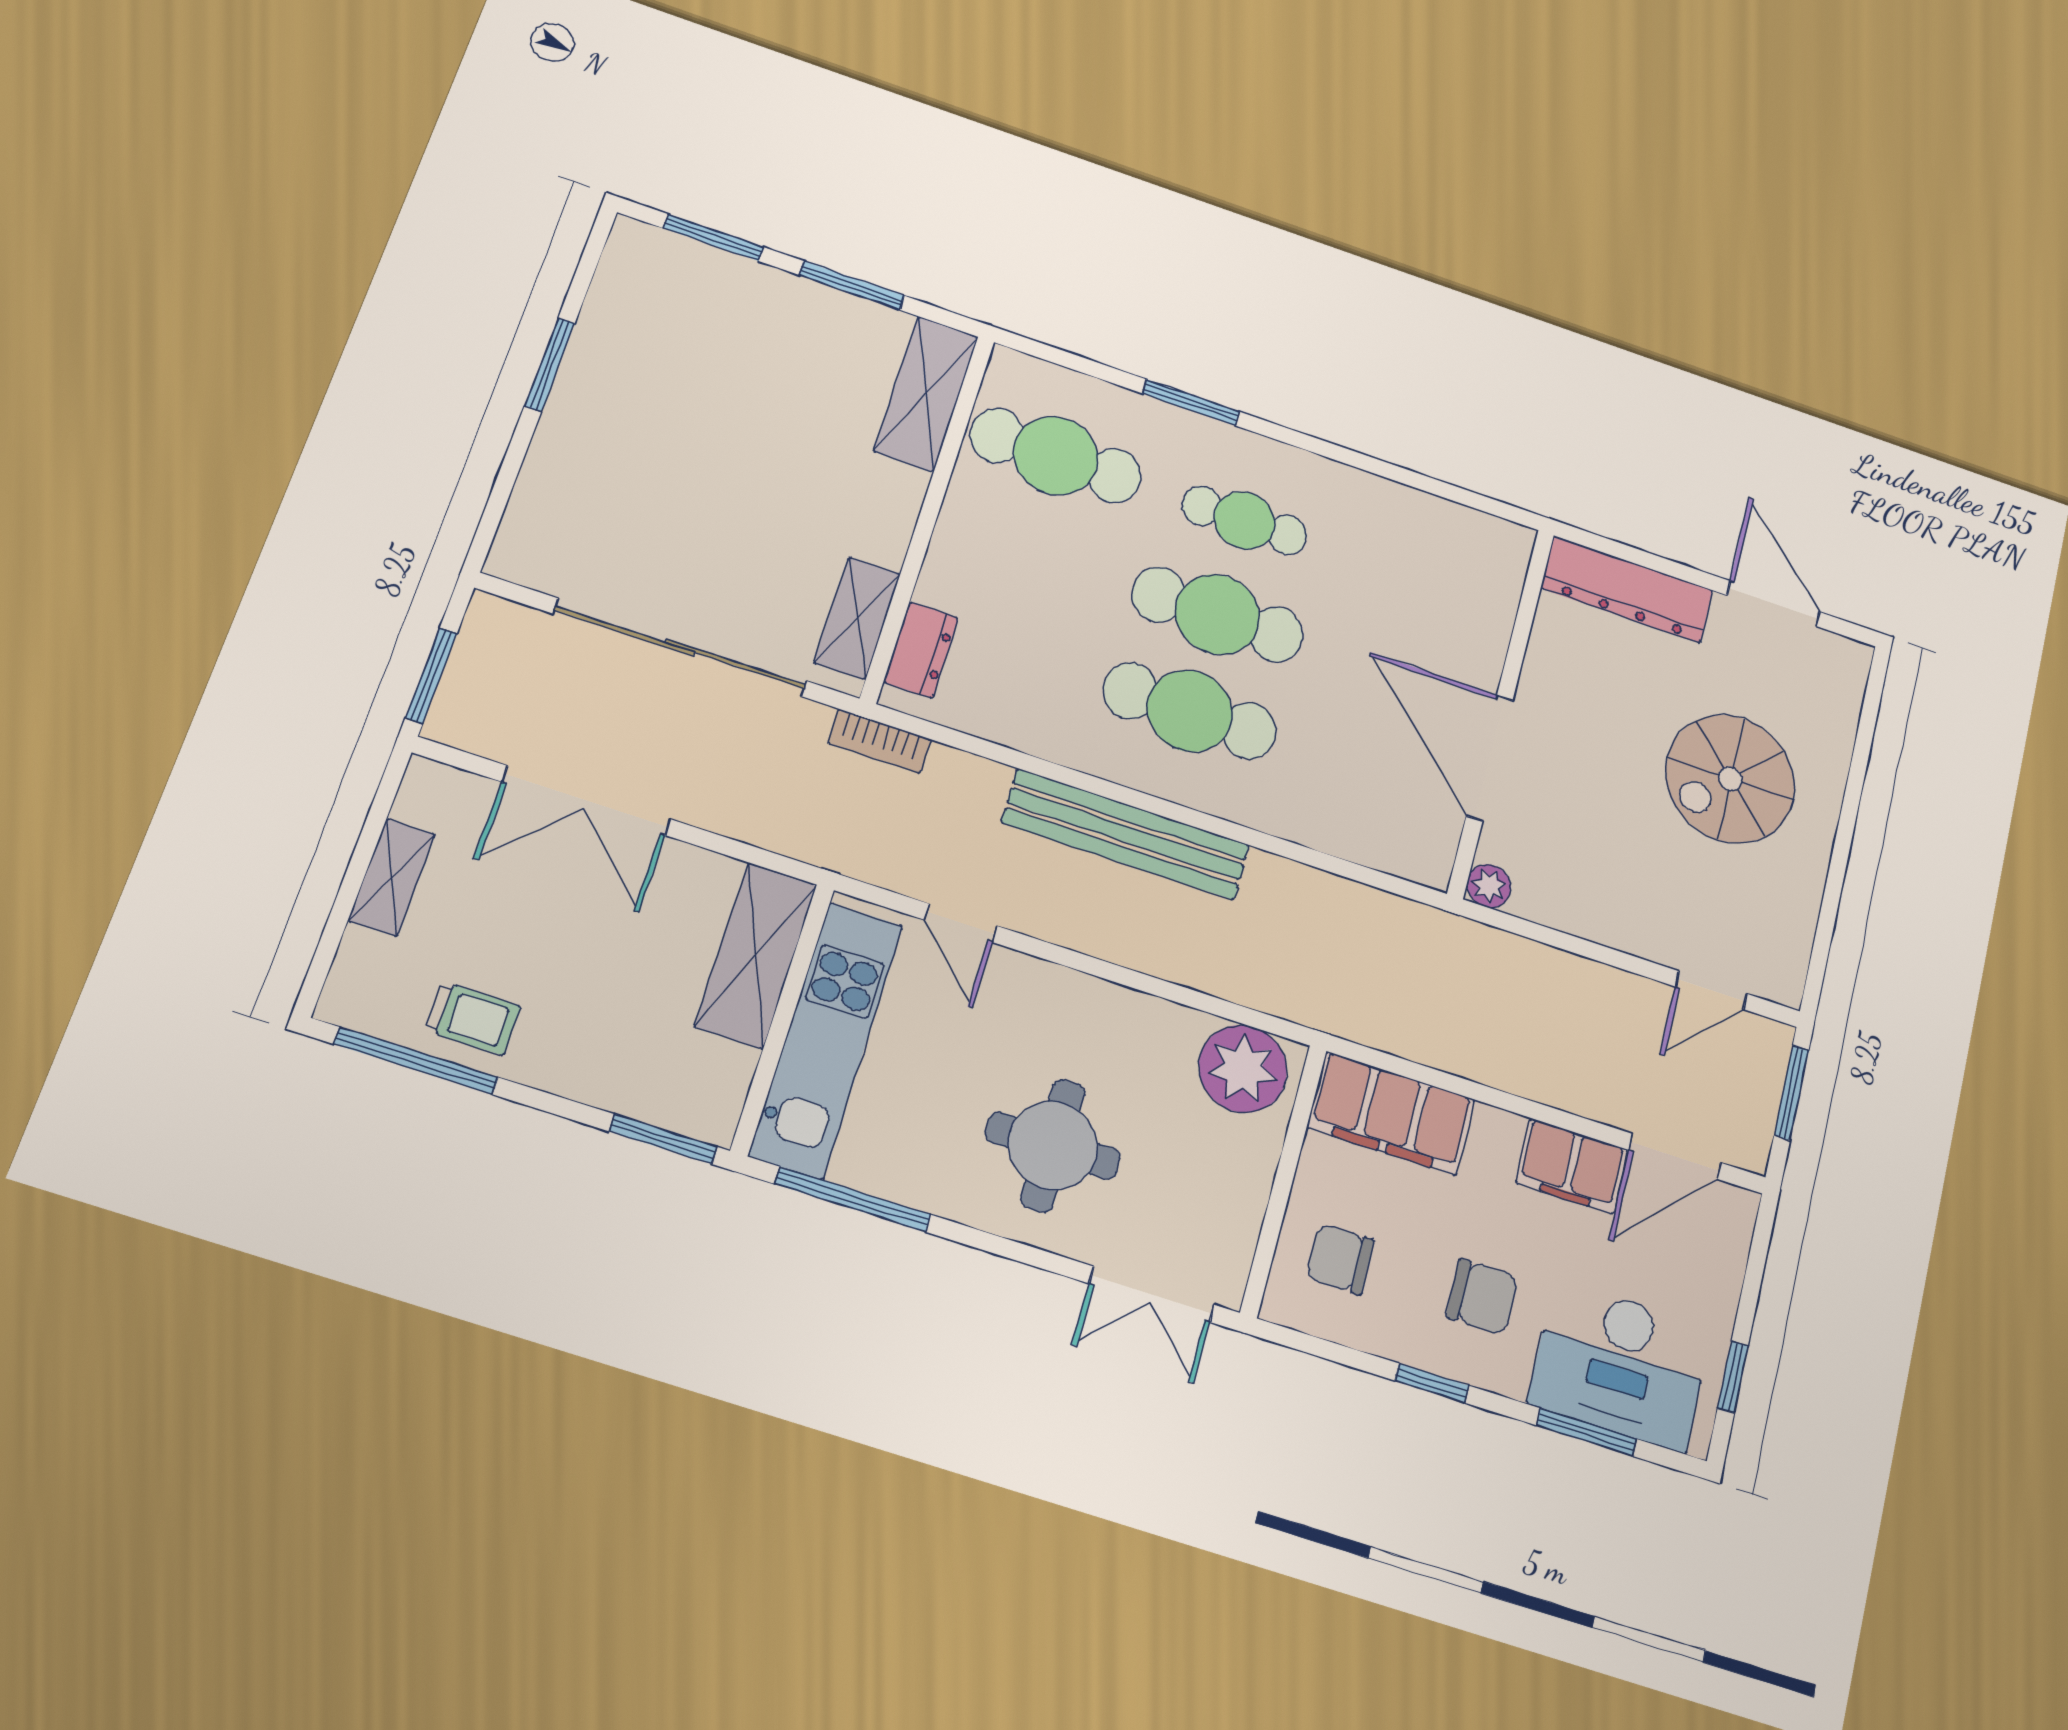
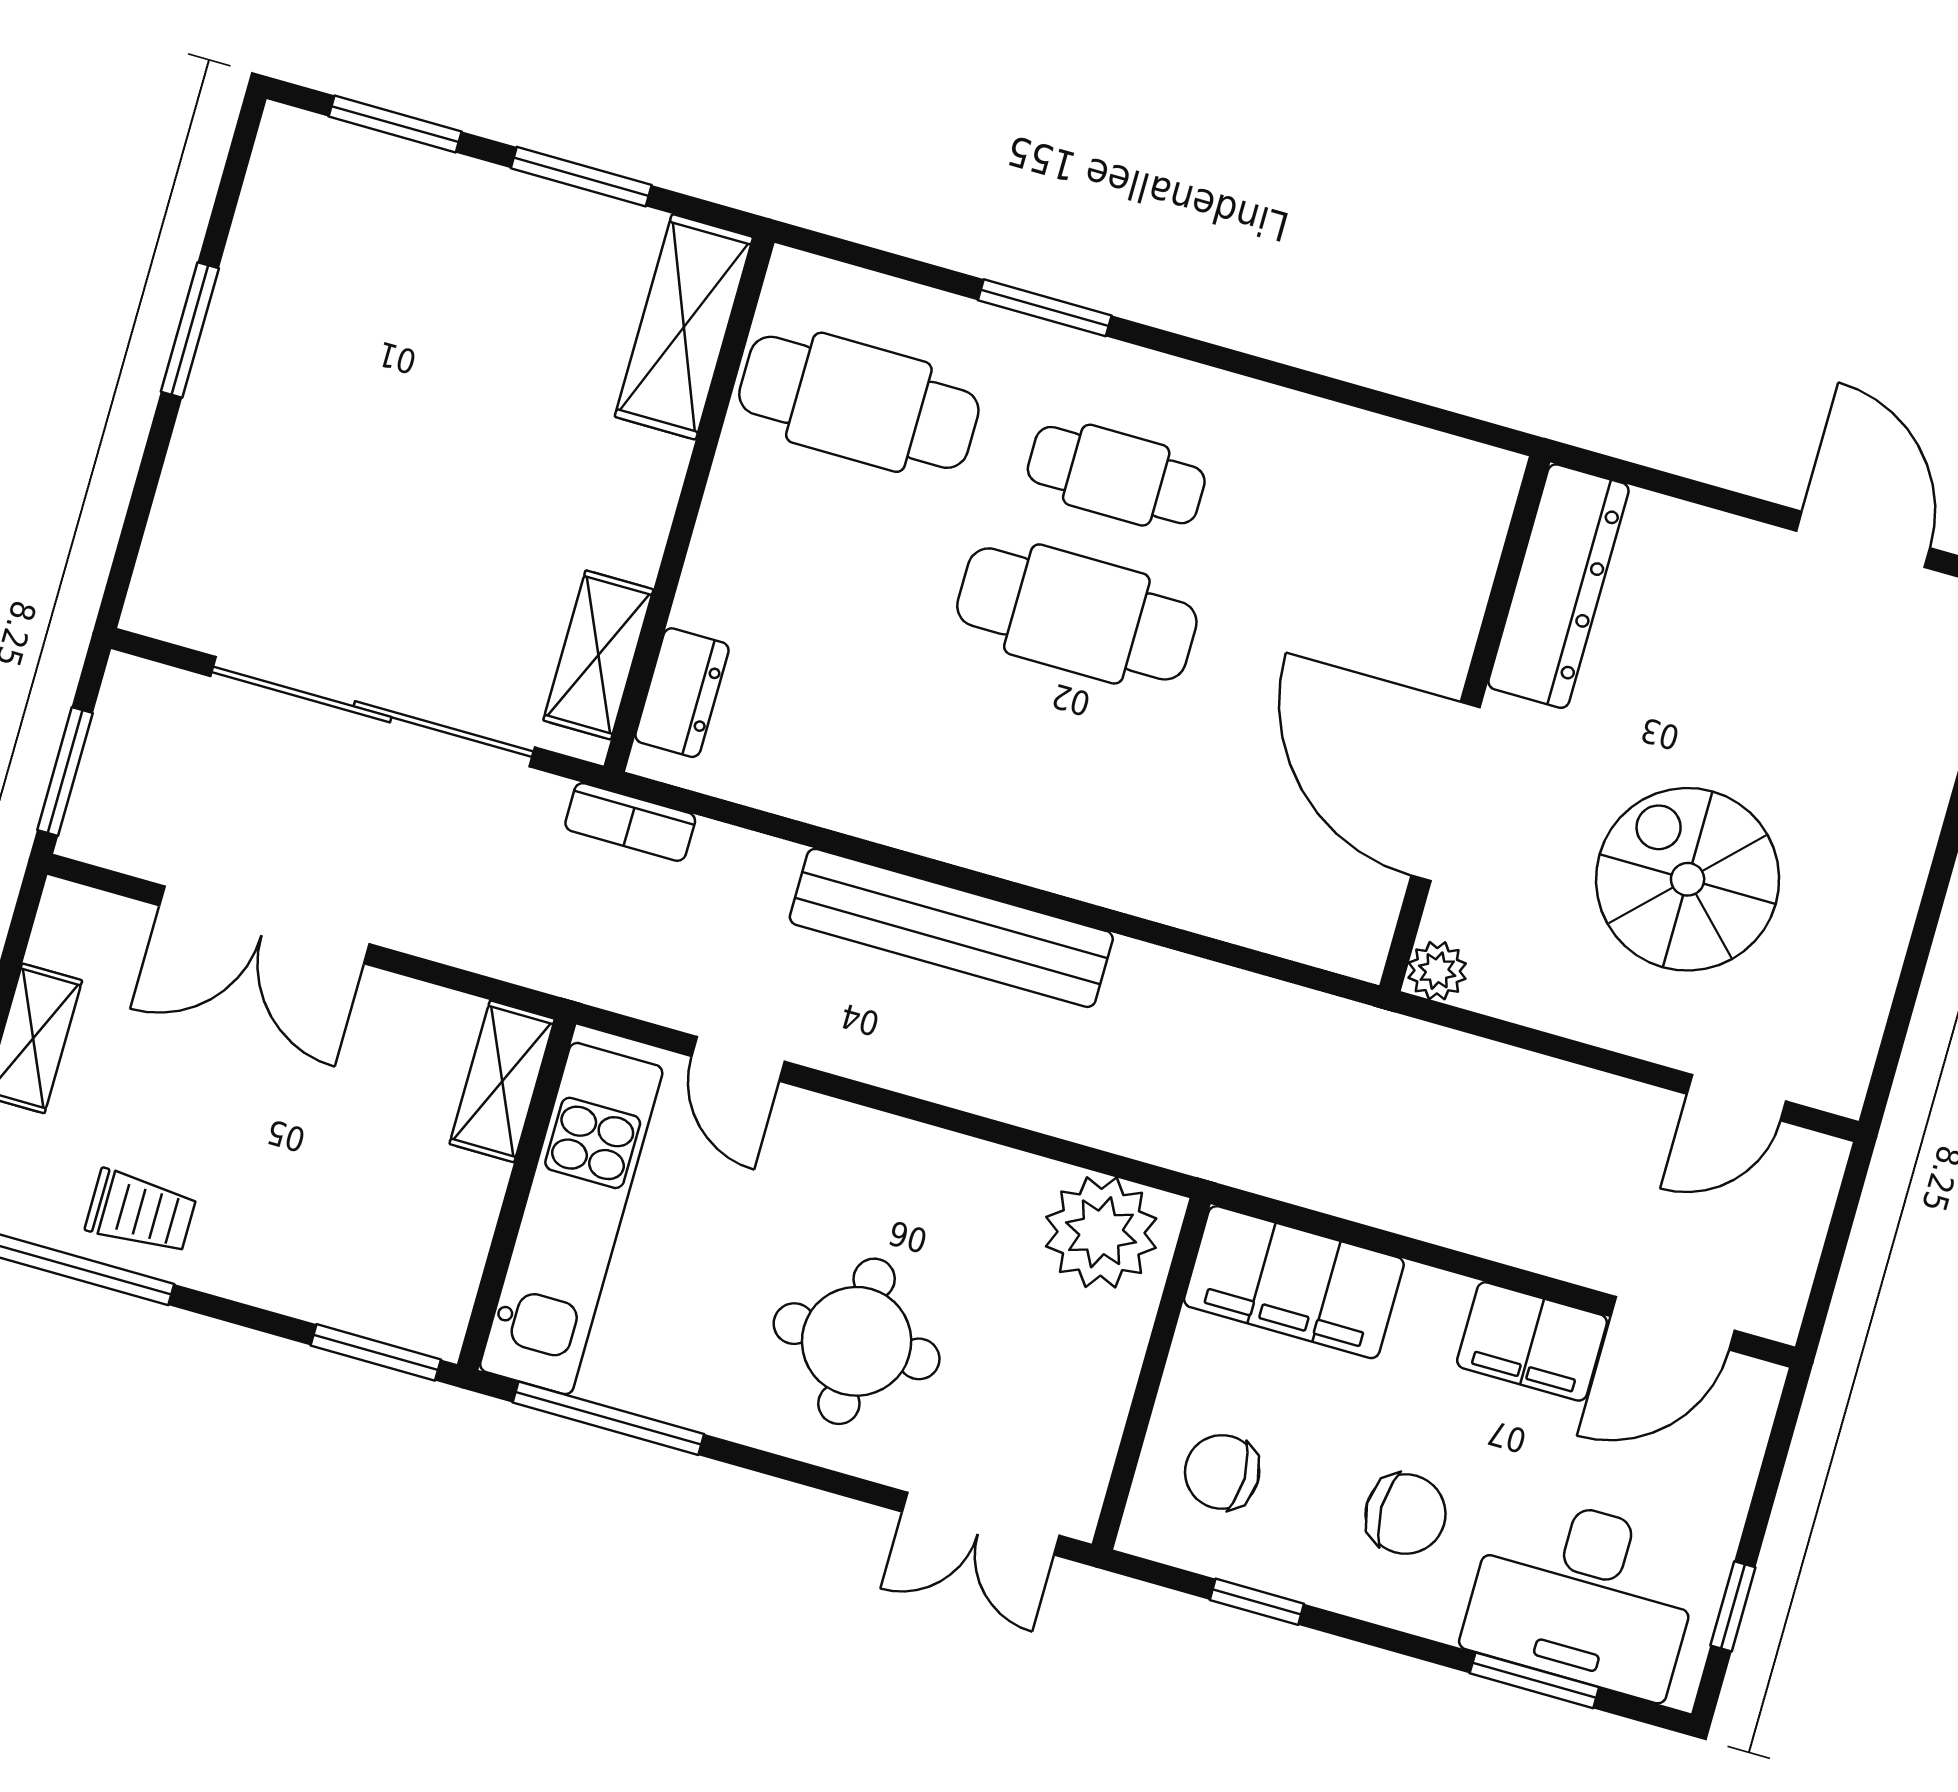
dresser: (1627, 589) -> (1558, 586), moved, turned -90
cafe table: (1190, 711) -> (1038, 753), removed
spiral stairs: (1730, 779) -> (1688, 879), moved, turned 90
shelving: (756, 955) -> (502, 1081), width x0.67, depth x0.75
window: (1791, 1093) -> (1839, 1232), removed
window: (1432, 1383) -> (1257, 1602), moved

